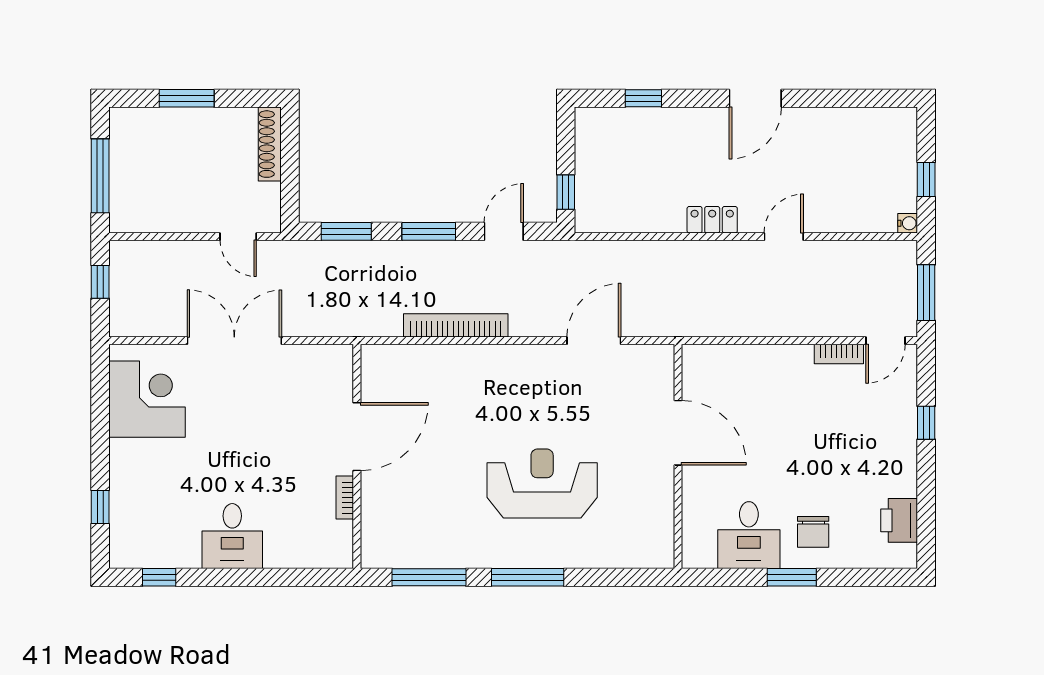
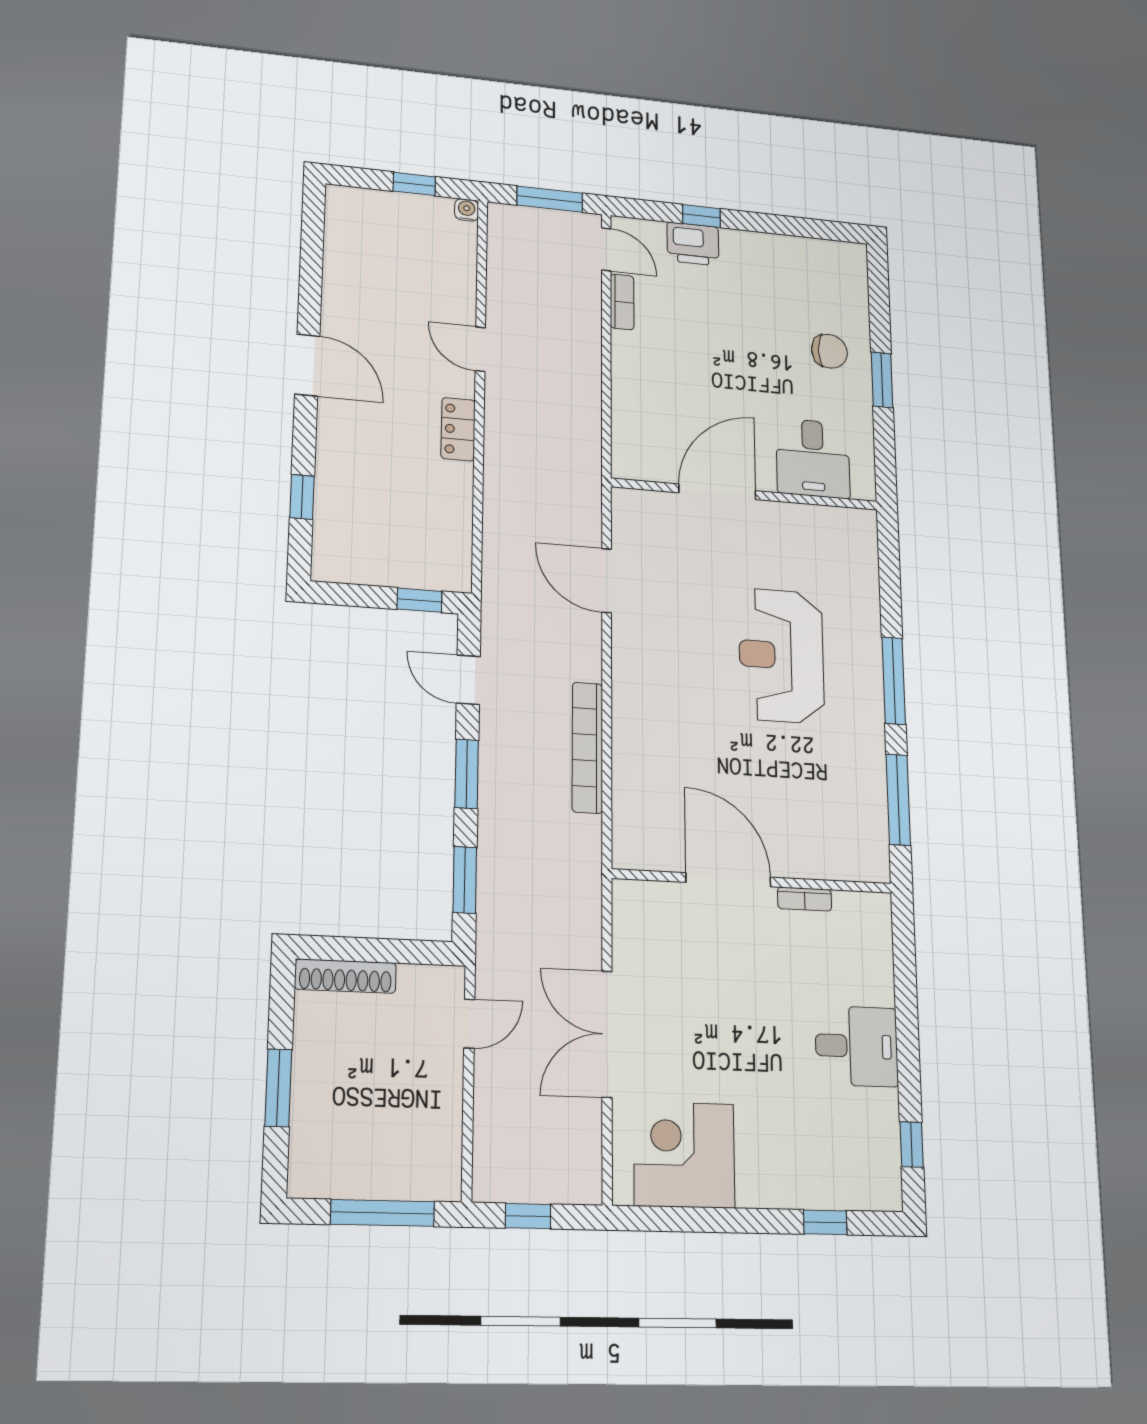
printer: (899, 520) -> (693, 244), moved
desk: (749, 535) -> (813, 458), moved, turned 90

